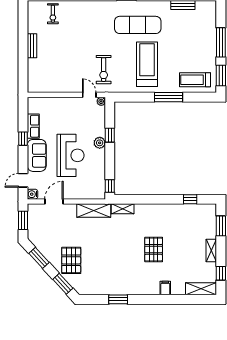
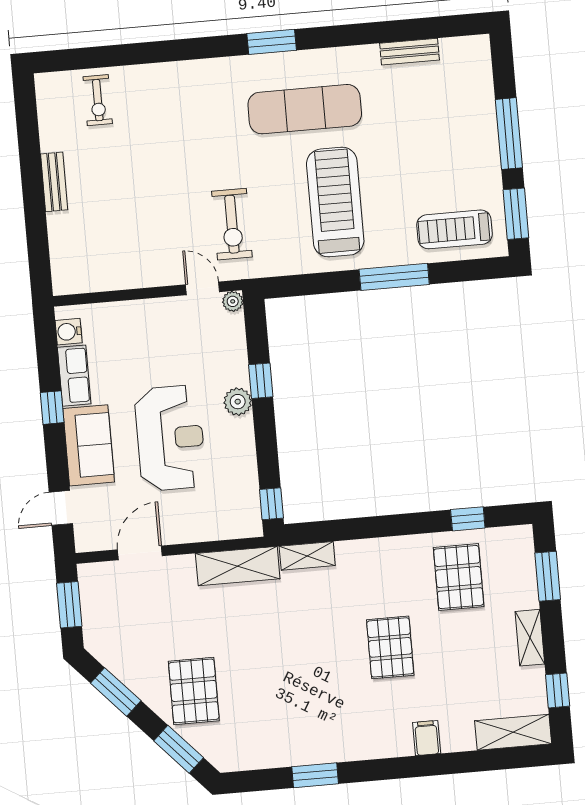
water cooler: (33, 194) -> (69, 332), moved
pallet: (184, 223) -> (459, 577), added

